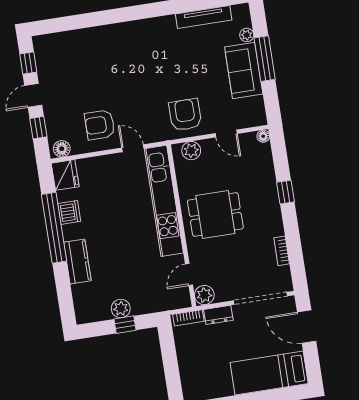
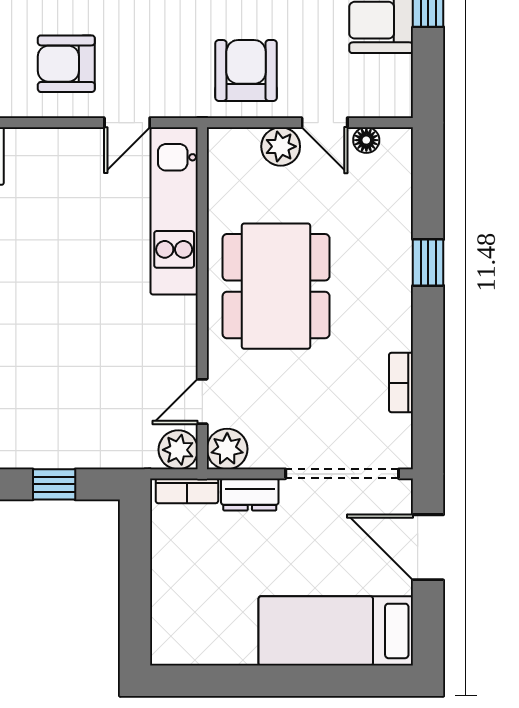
floor lamp: (263, 136) -> (366, 140), moved
door: (133, 148) -> (127, 123), swing flipped
plant: (191, 151) -> (281, 146), moved
kitchen unit: (164, 201) -> (174, 211), width x0.73
dining table: (215, 214) -> (276, 286), width x1.38
plant: (121, 309) -> (178, 450), moved

